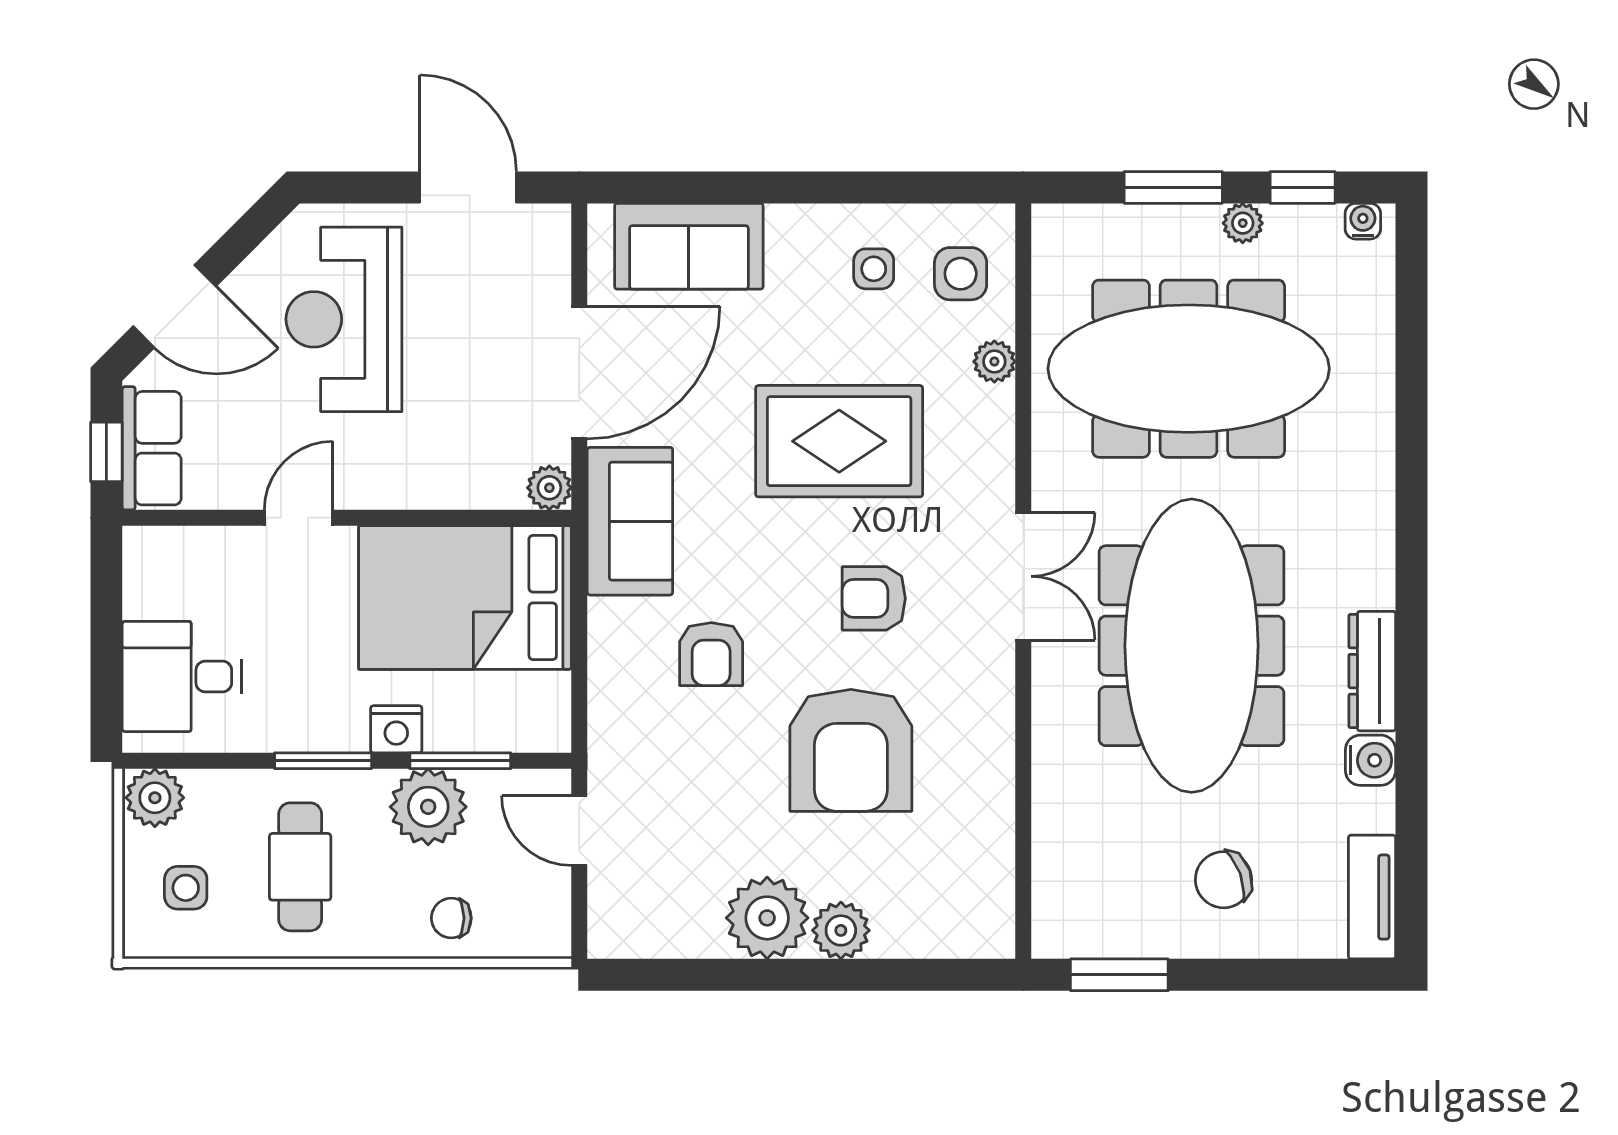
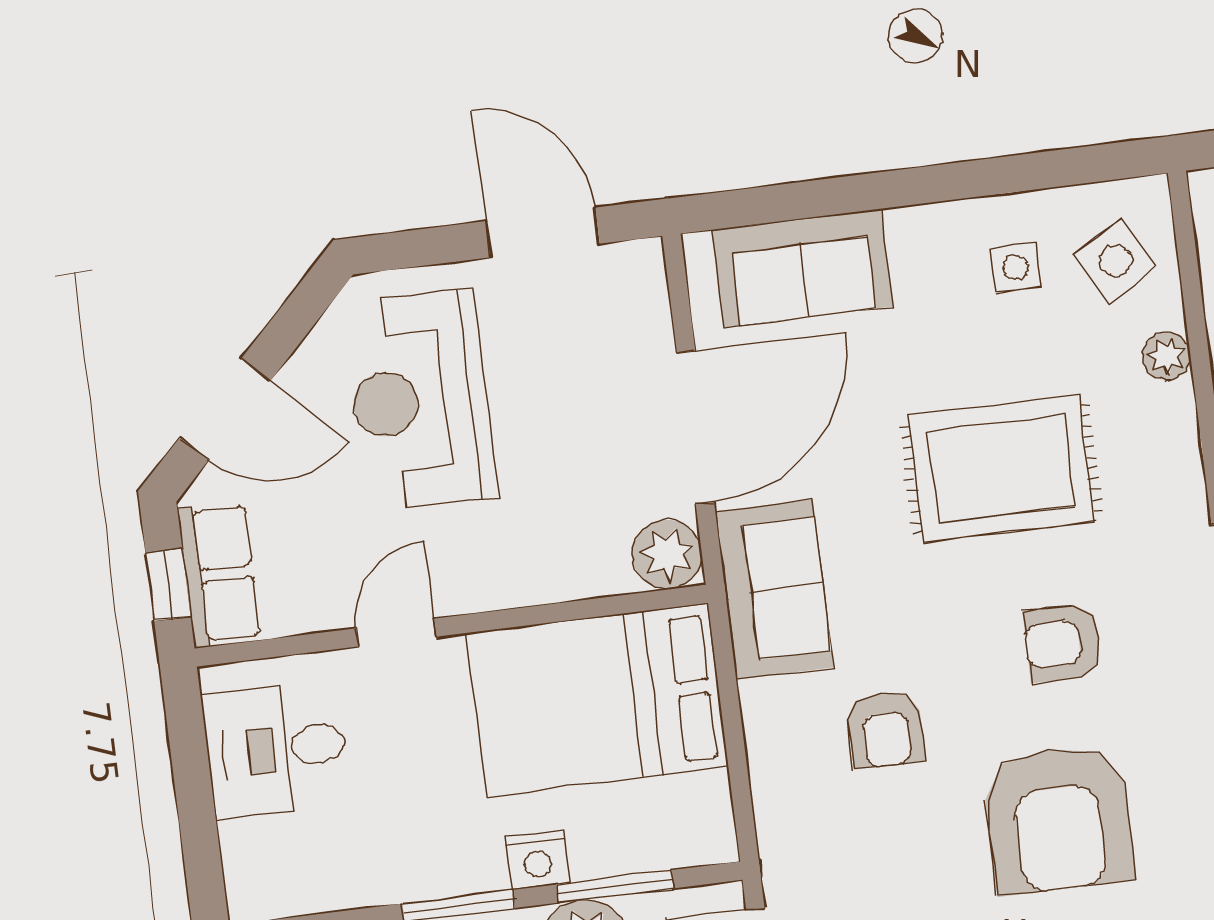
side table: (961, 274) -> (1116, 261), turned -30
plant: (549, 488) -> (667, 555), width x1.38, depth x1.38
desk: (182, 676) -> (276, 749), moved

